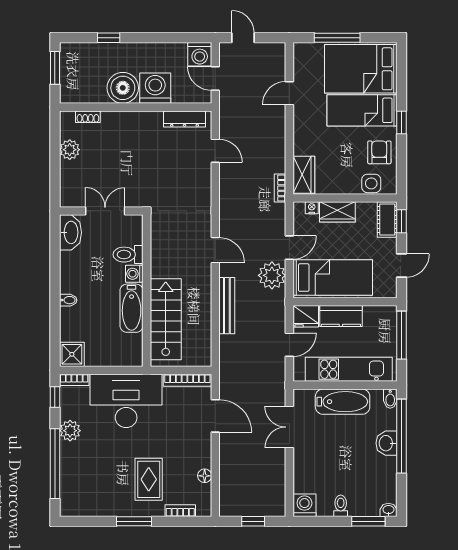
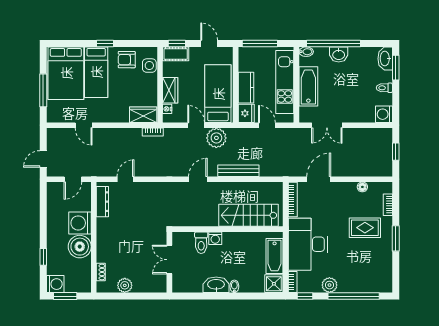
washing machine: (200, 54) -> (55, 284), moved
washbasin: (70, 232) -> (216, 285), moved
bathtub: (132, 308) -> (275, 256), moved, turned 90
washbasin: (388, 510) -> (385, 59), width x1.91, depth x1.45

